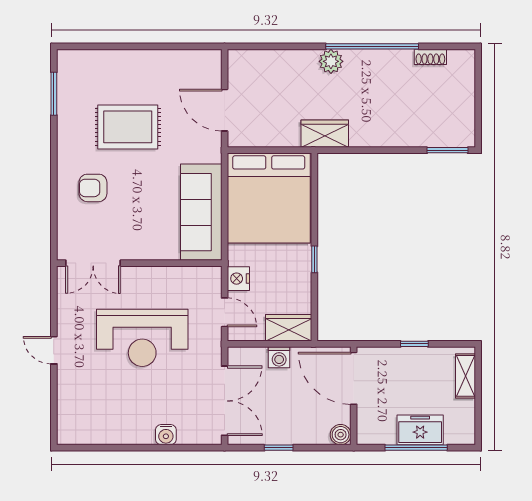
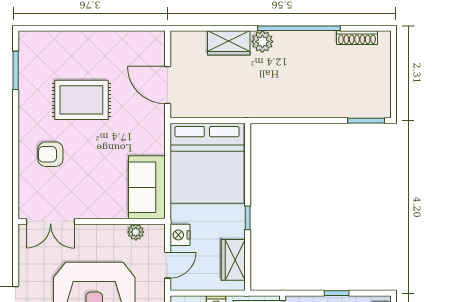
shoe rack: (430, 57) -> (357, 38), width x1.43
wardrobe: (325, 134) -> (229, 43), moved, turned 180
sofa: (201, 212) -> (147, 187), width x0.73
plant: (189, 275) -> (136, 232), added
door: (225, 312) -> (168, 265), hinge flipped
wardrobe: (289, 328) -> (233, 260), moved, turned -90

